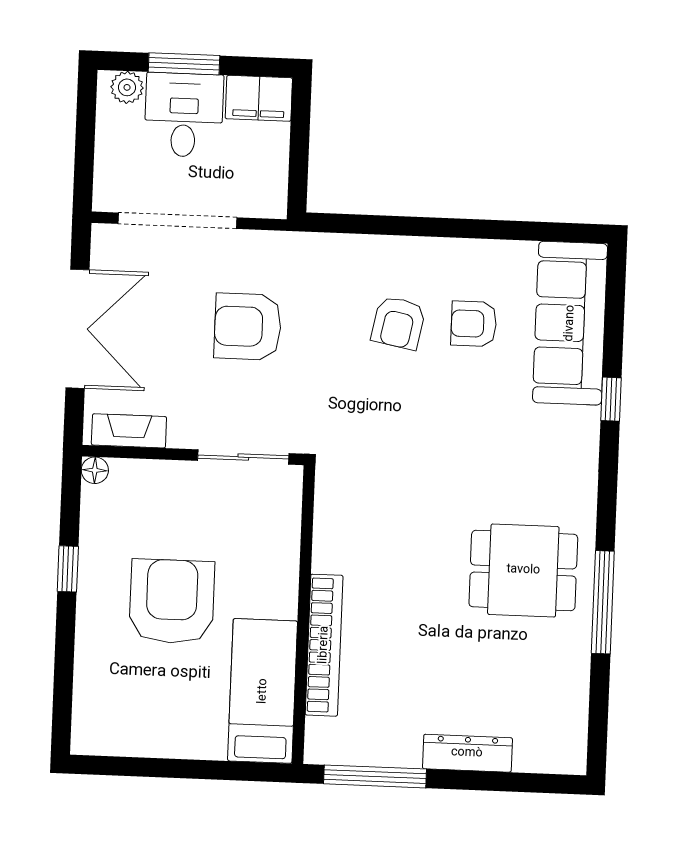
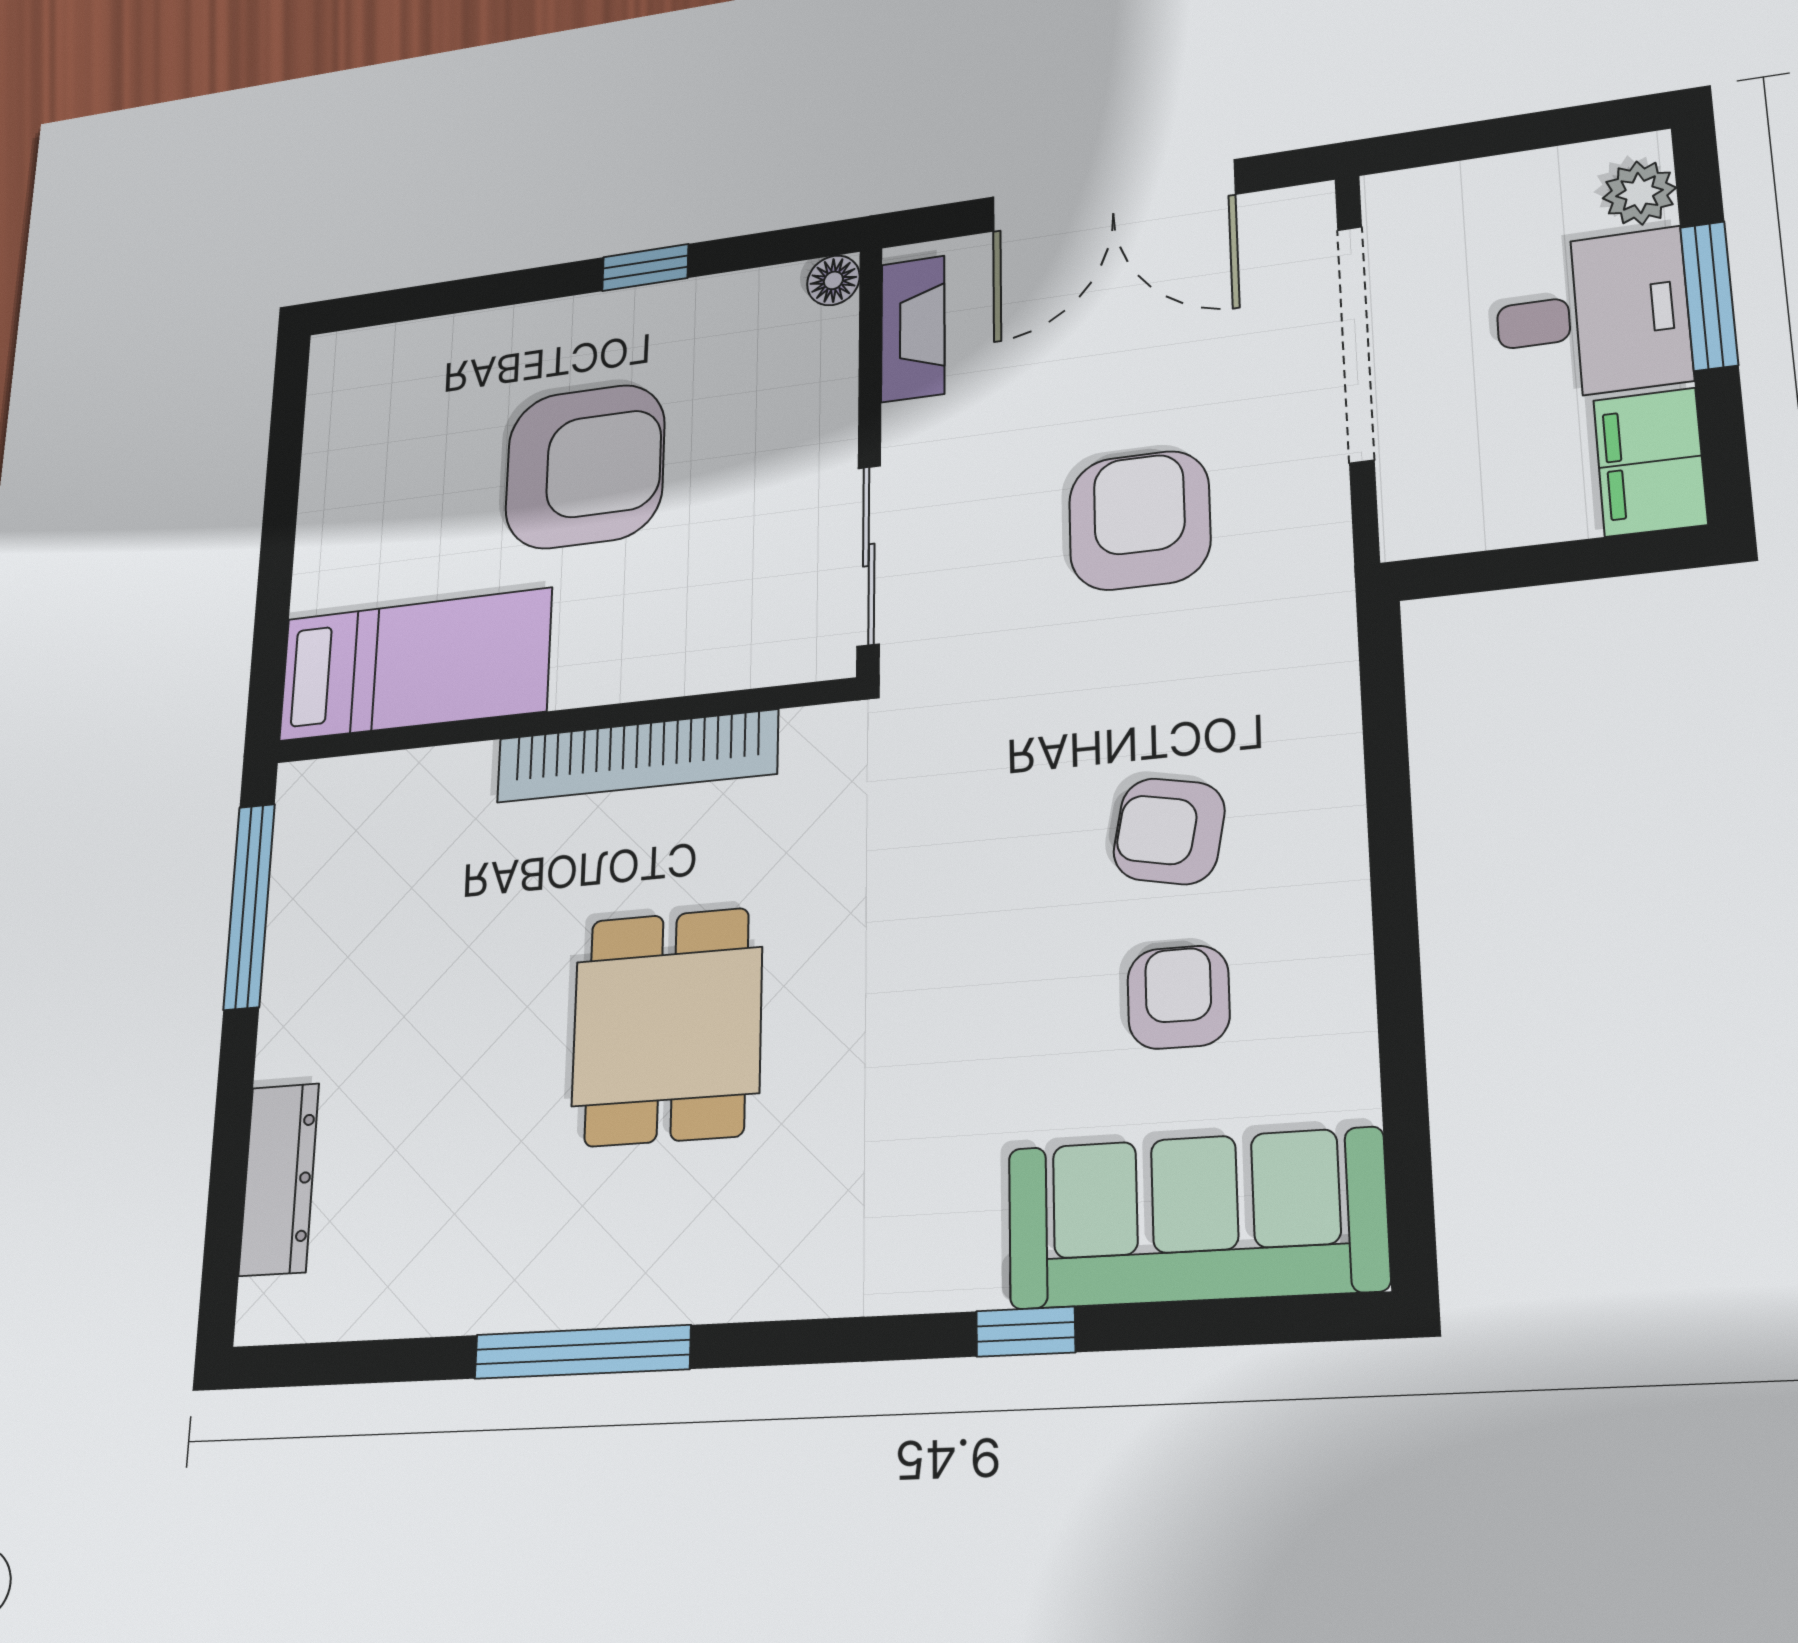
dining table: (523, 570) -> (667, 1027), moved
bookcase: (324, 645) -> (636, 756), moved
dresser: (467, 753) -> (279, 1179), moved

